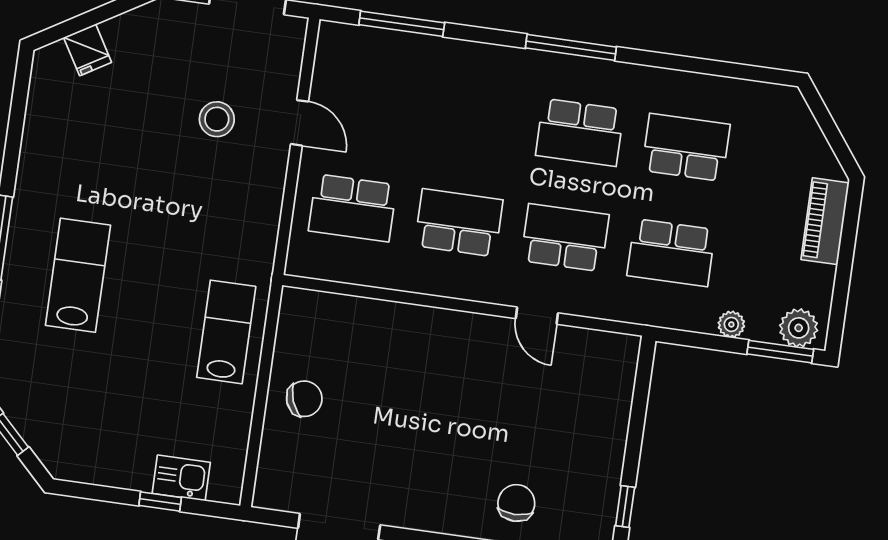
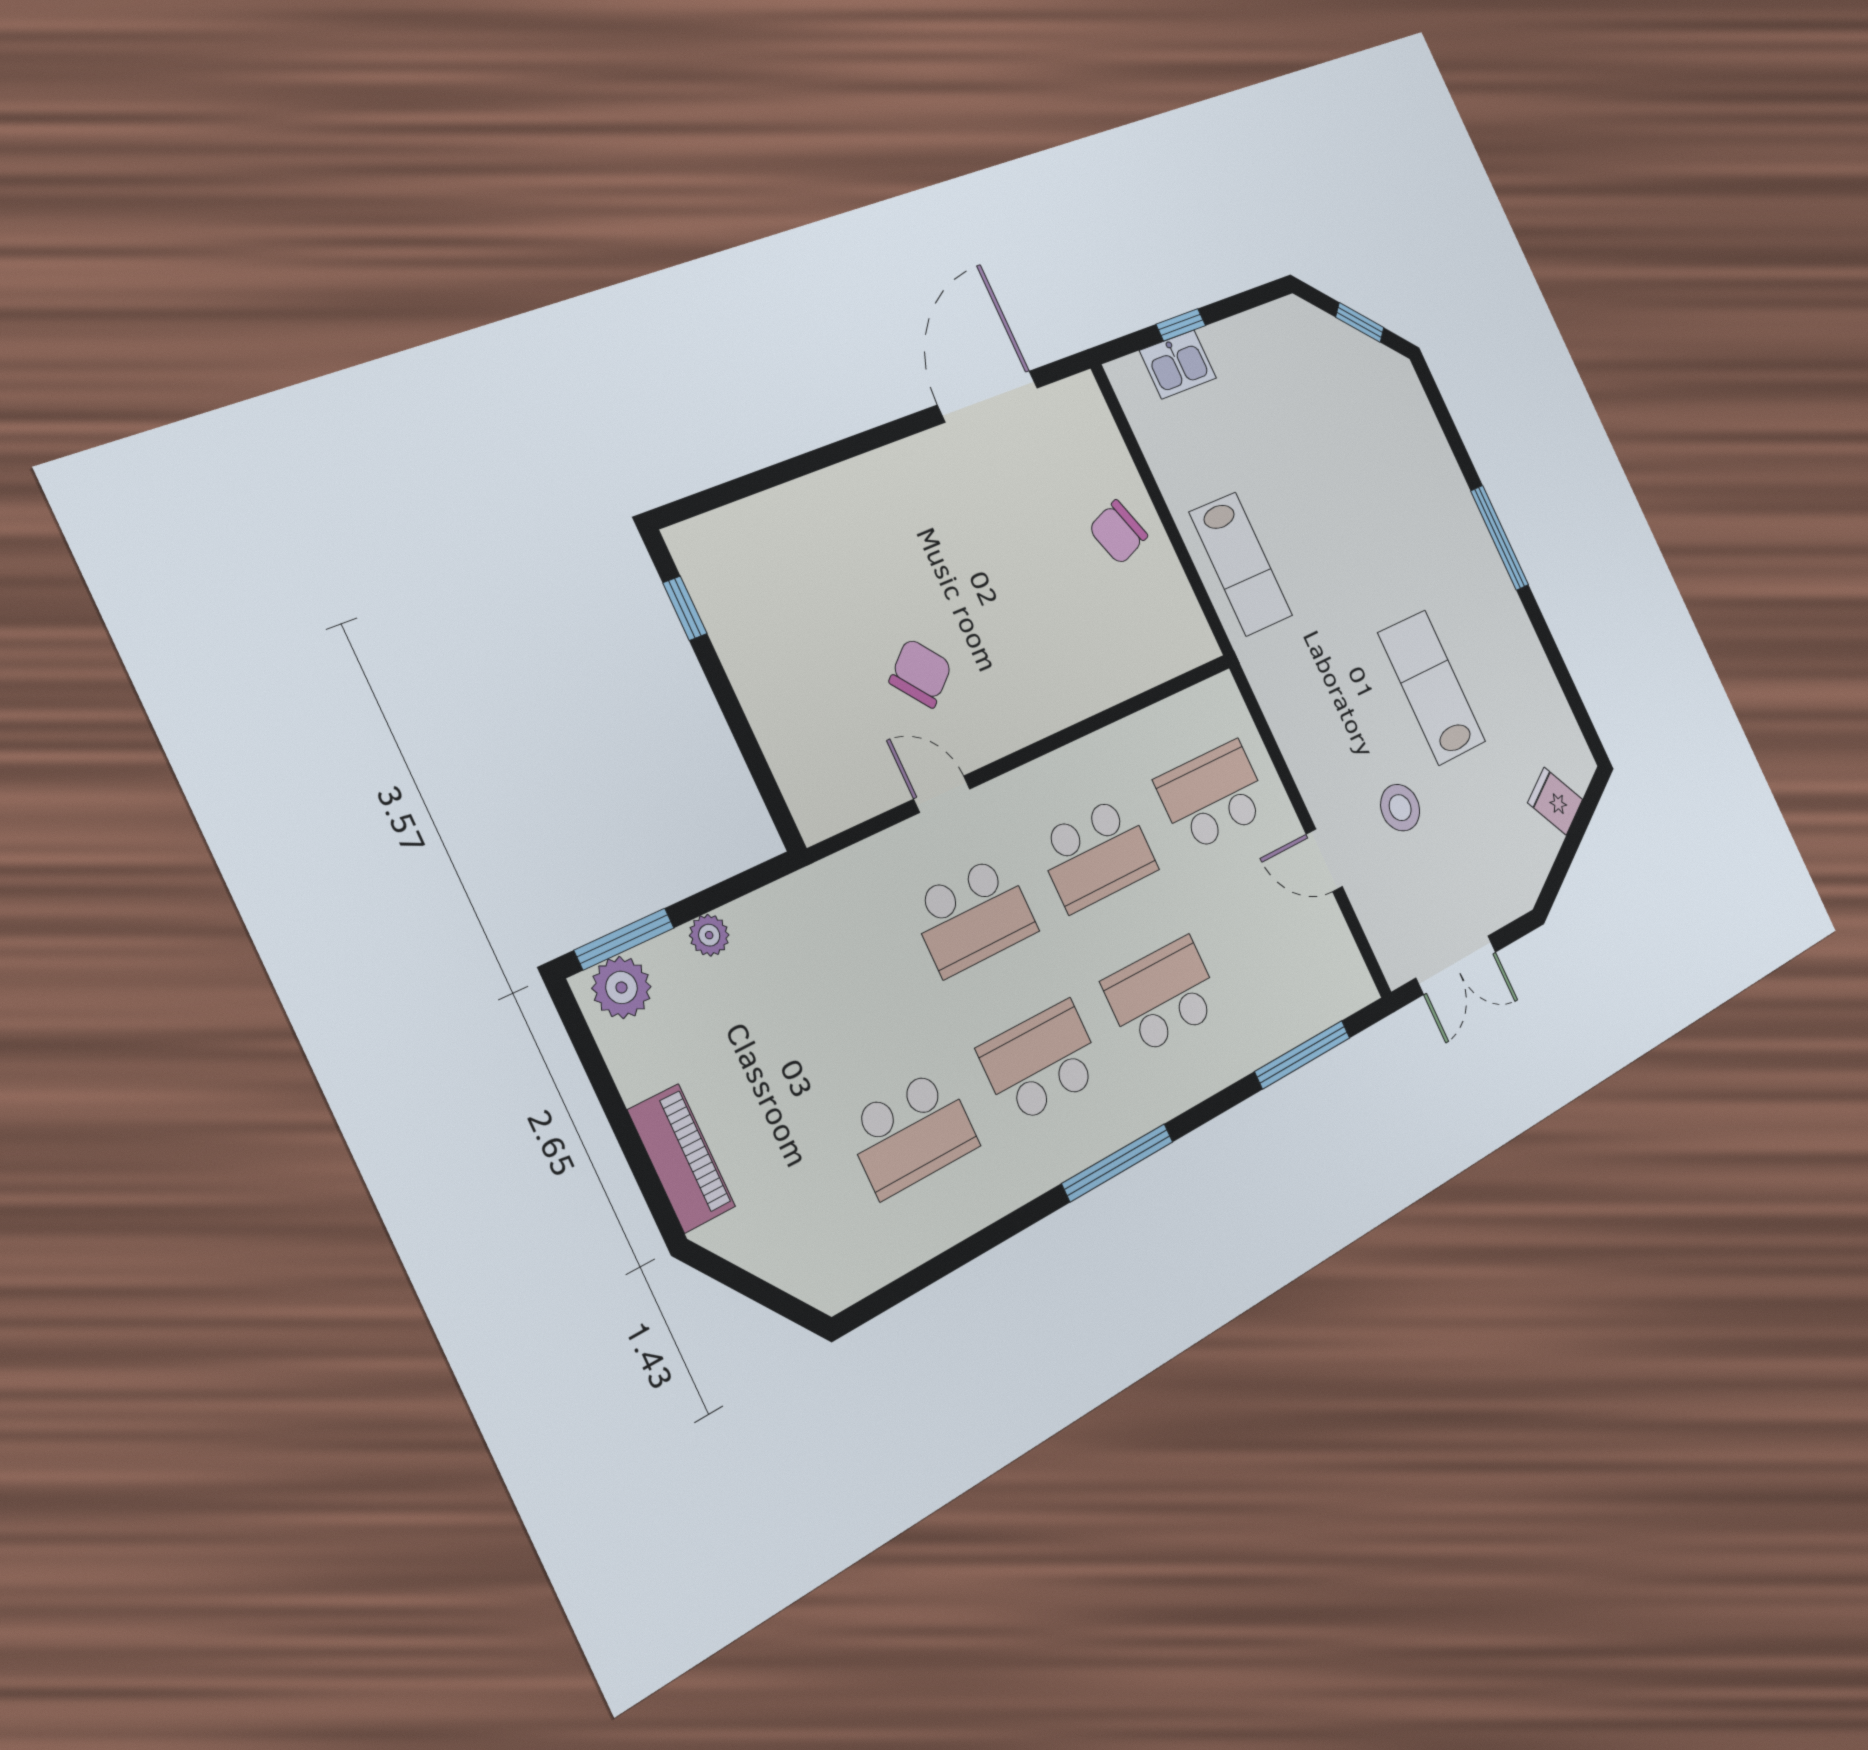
school desk: (671, 253) -> (1163, 996), moved
lab bench: (78, 275) -> (1432, 687), moved, turned 180
chair: (516, 503) -> (921, 673), moved, turned -129

